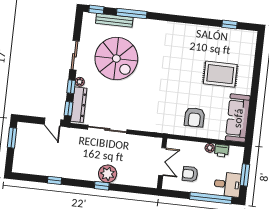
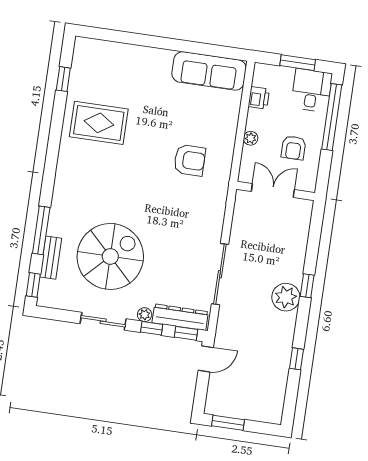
bench: (114, 20) -> (51, 258), width x0.73
rug: (220, 74) -> (99, 123), moved, turned 90
armchair: (194, 117) -> (190, 160), moved
plant: (210, 148) -> (251, 138), moved
plant: (108, 174) -> (286, 297), moved

